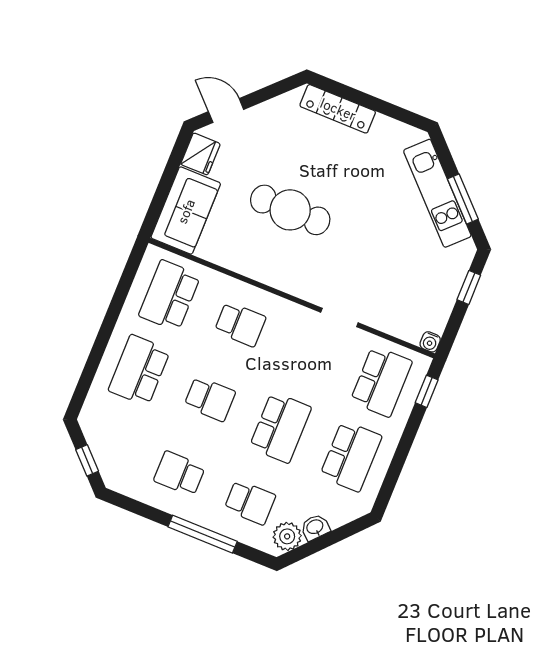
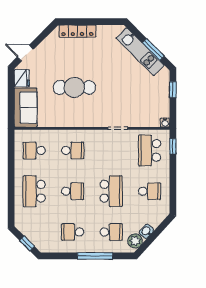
school desk: (170, 296) -> (34, 150), width x0.54
school desk: (381, 381) -> (150, 150), turned 180
school desk: (351, 456) -> (150, 191), width x0.54

